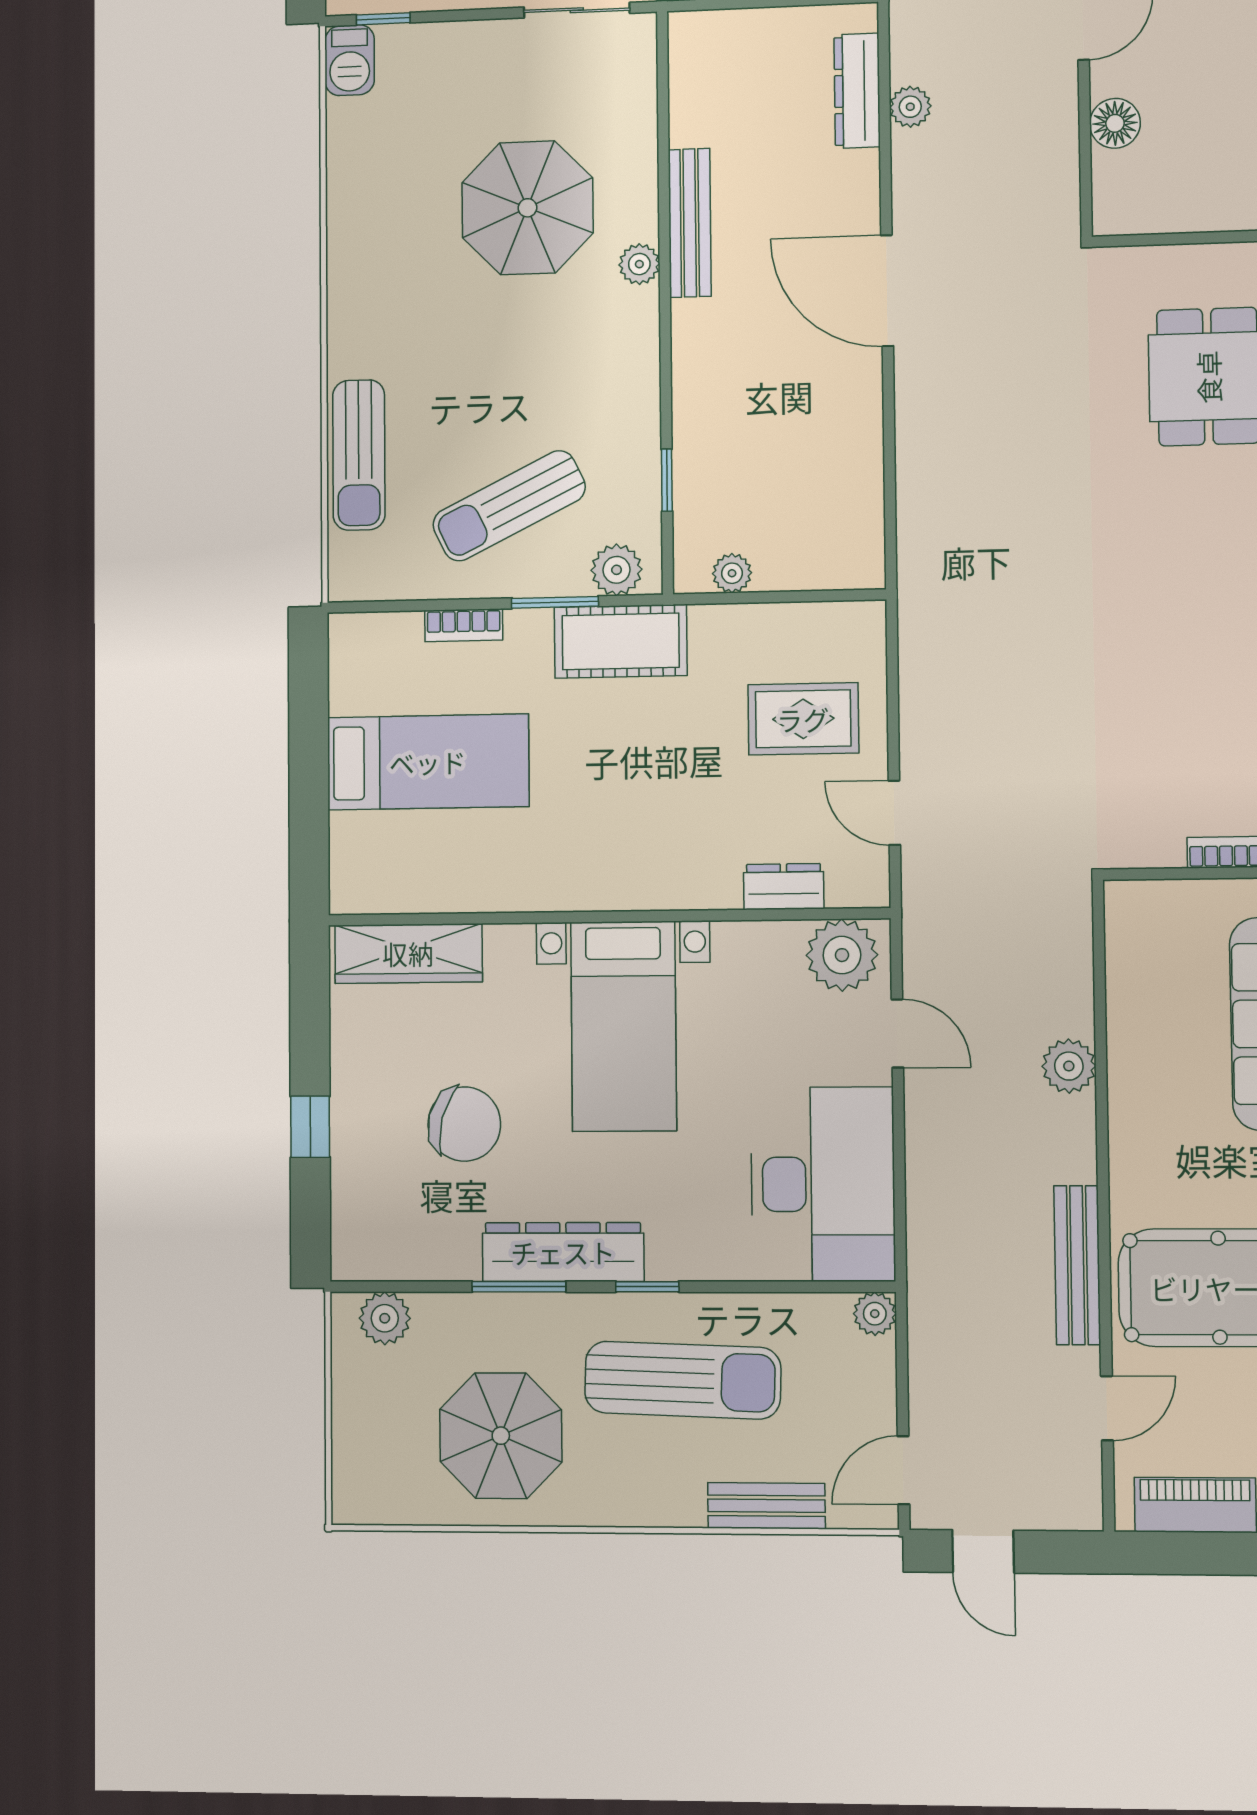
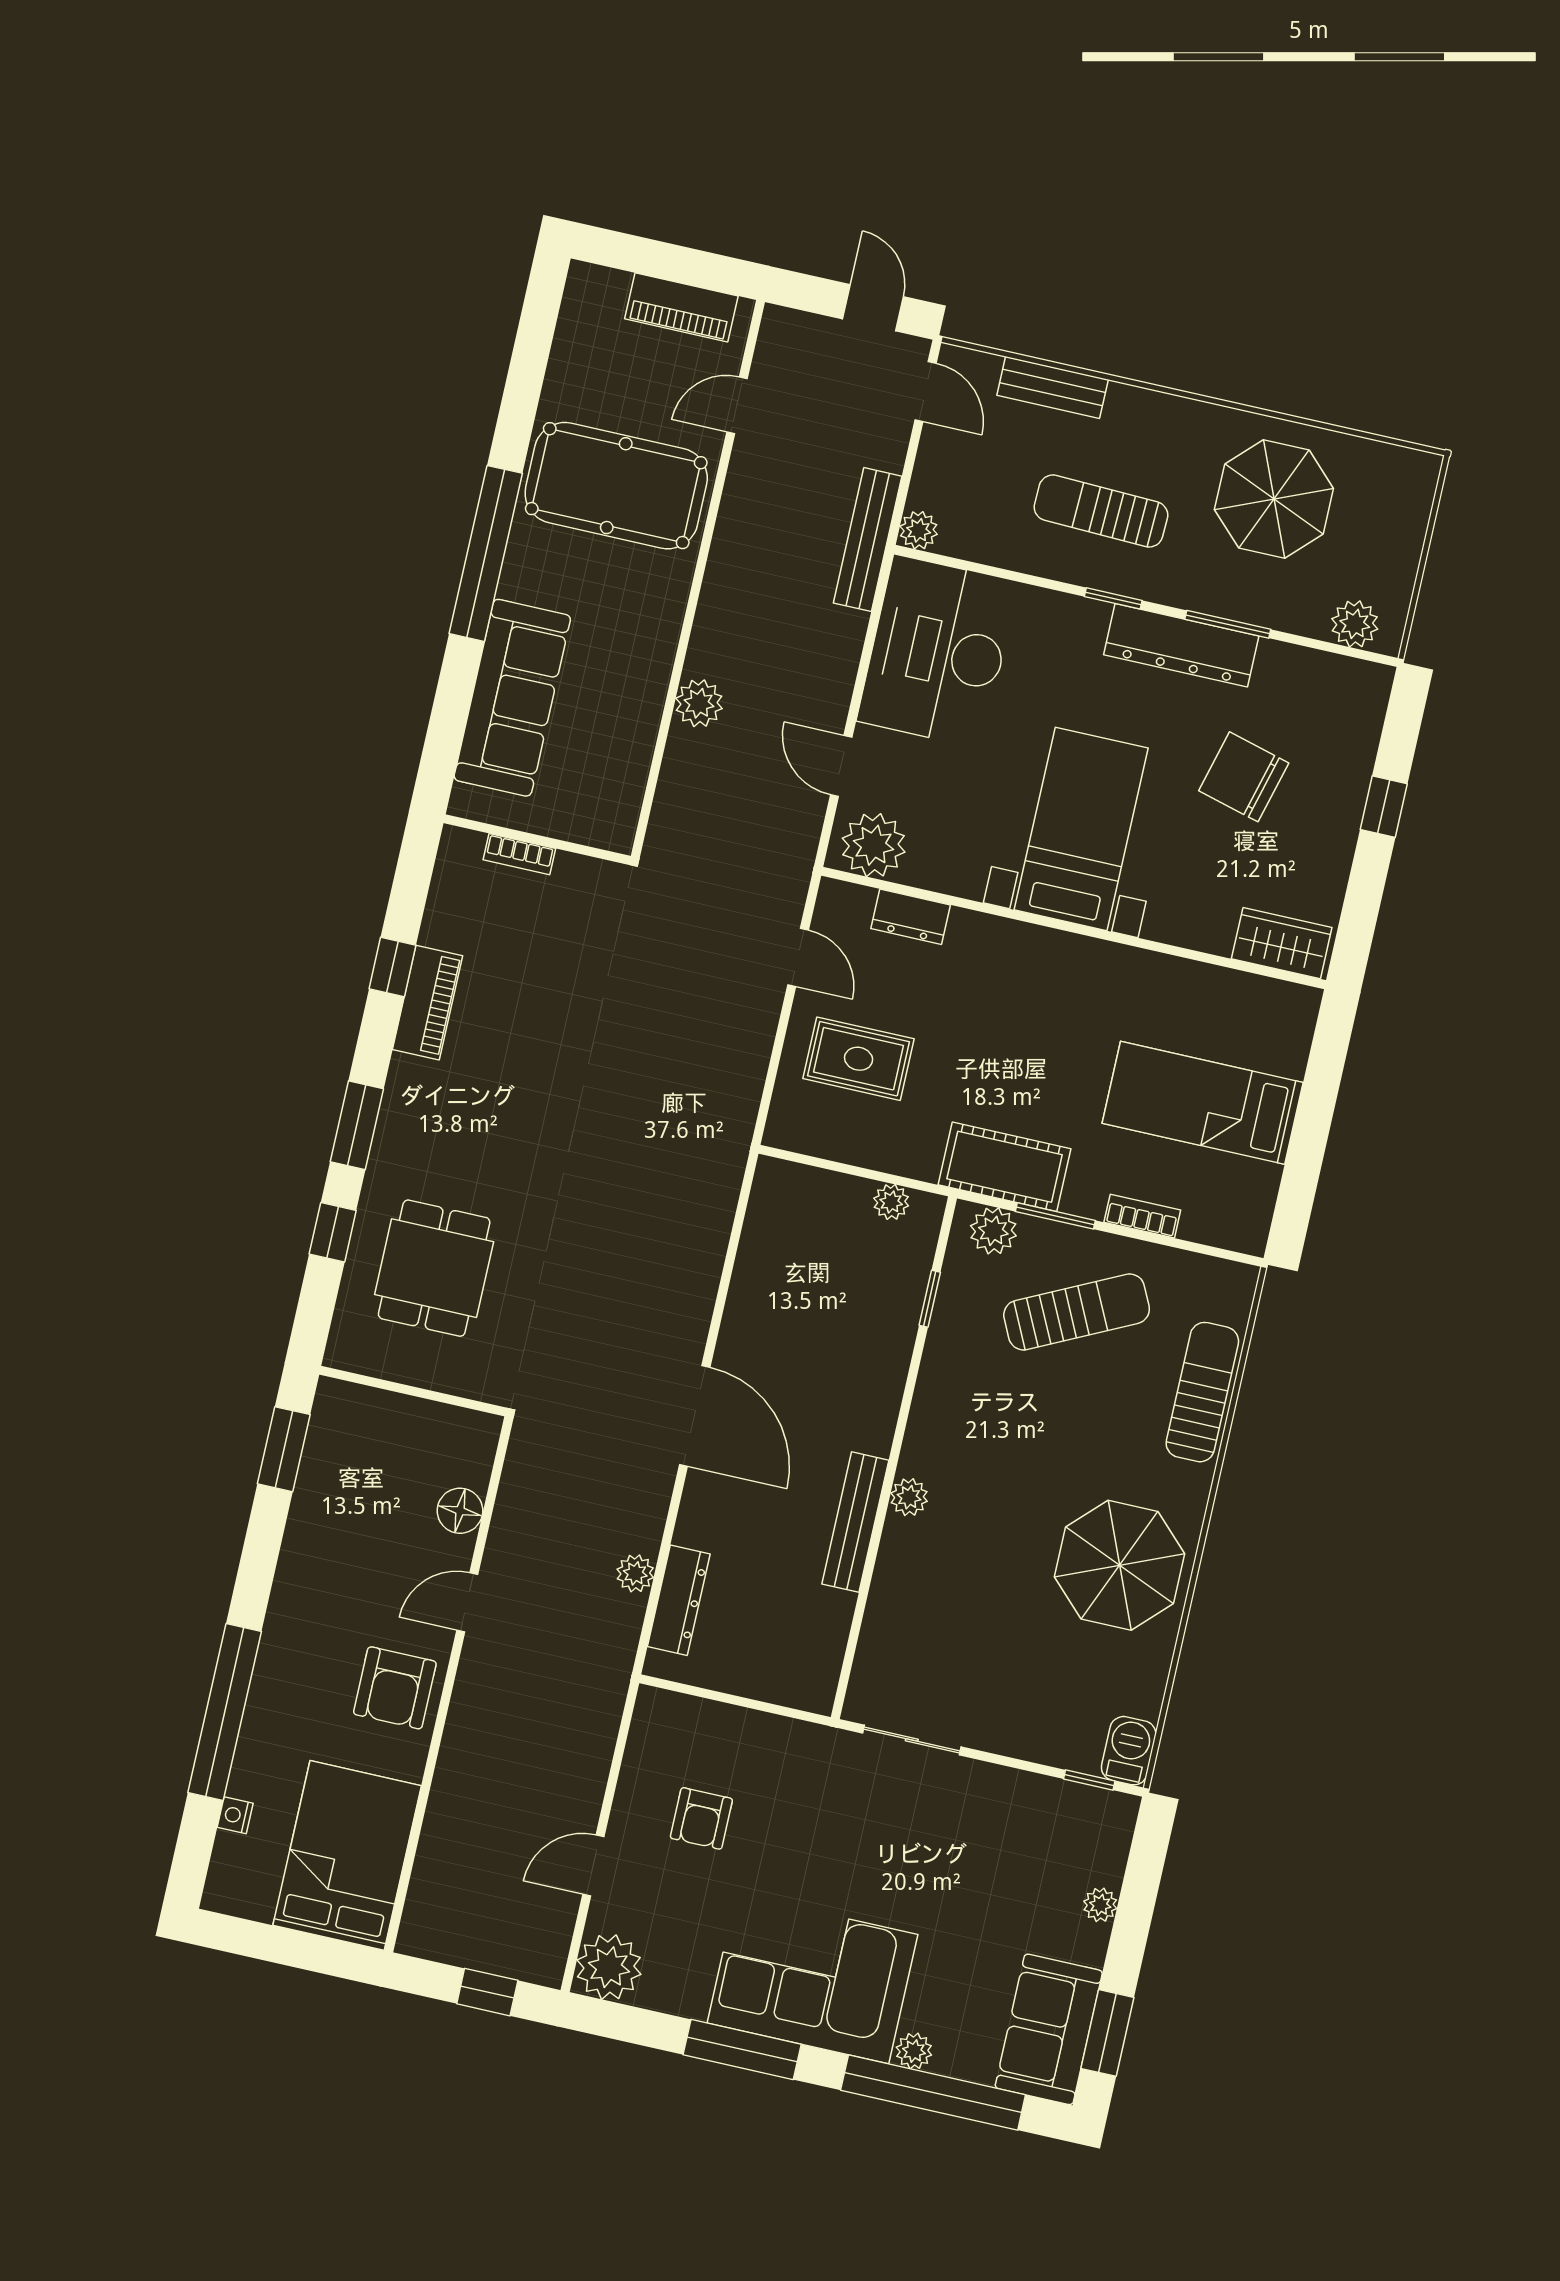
parasol: (528, 208) -> (1120, 1565), moved
wardrobe: (408, 953) -> (1282, 943), width x0.67
bench: (1077, 1265) -> (868, 540), moved
sun lounger: (683, 1380) -> (1101, 511), width x0.73, depth x0.75
door: (903, 1470) -> (926, 392), hinge flipped

